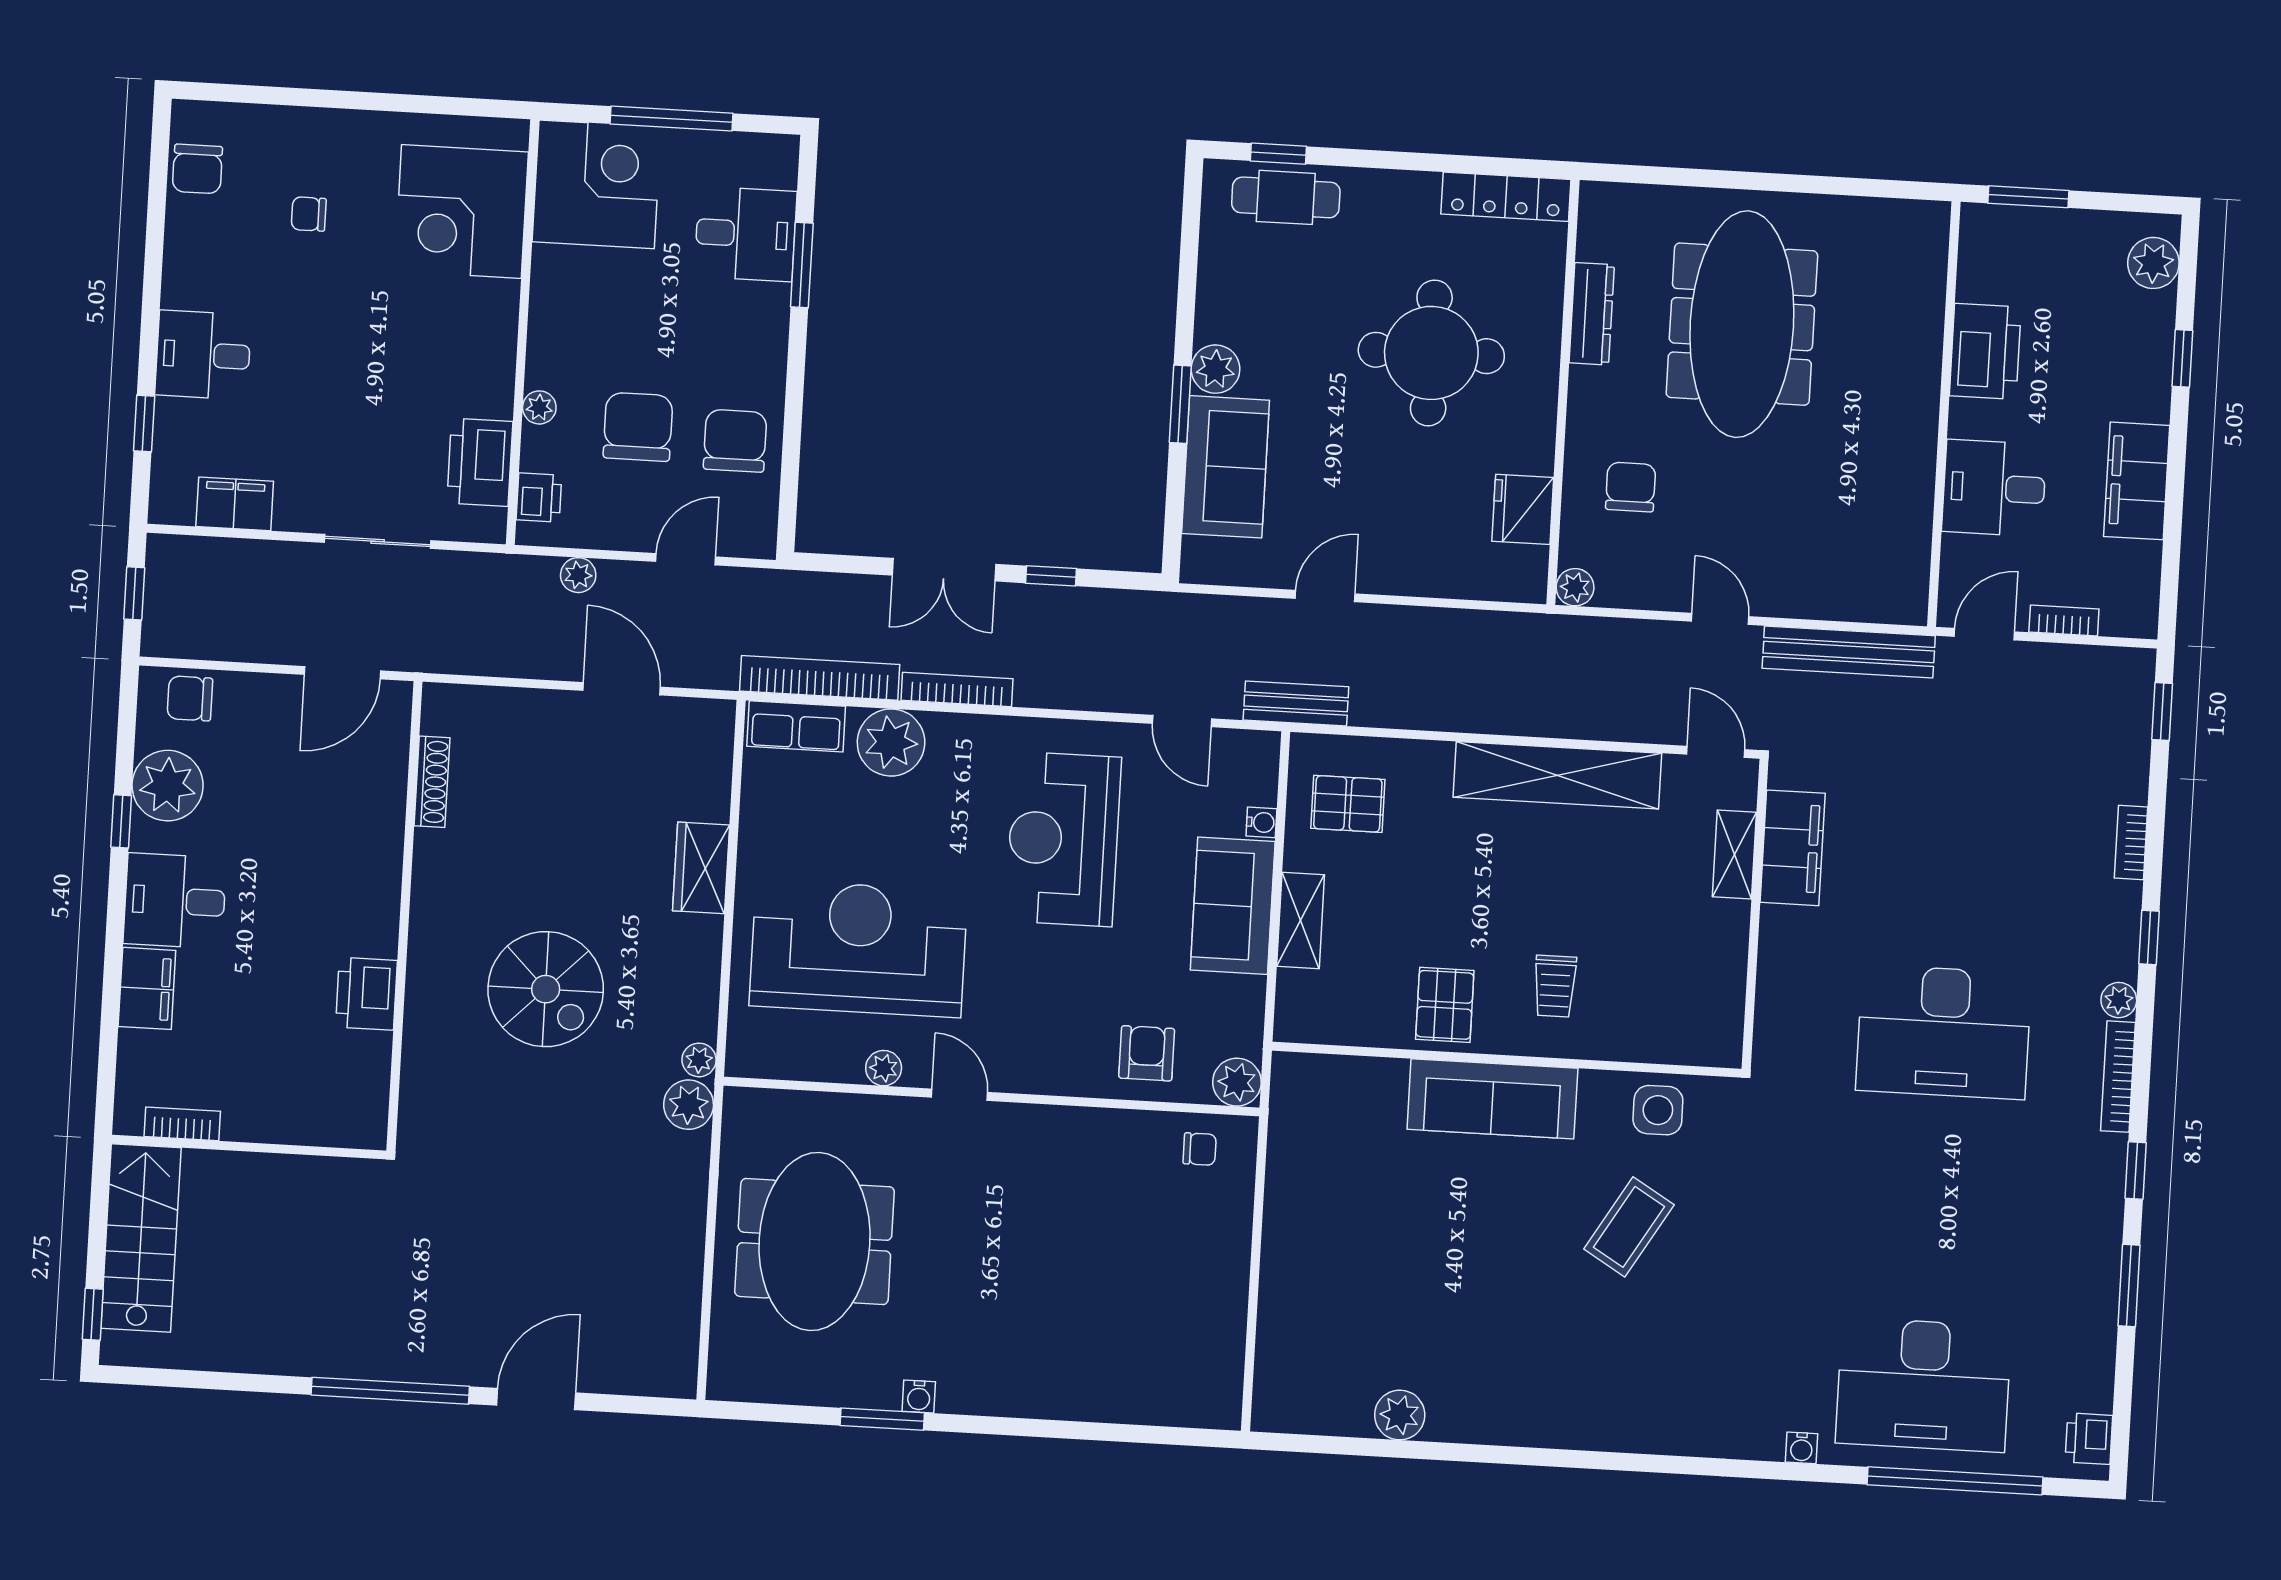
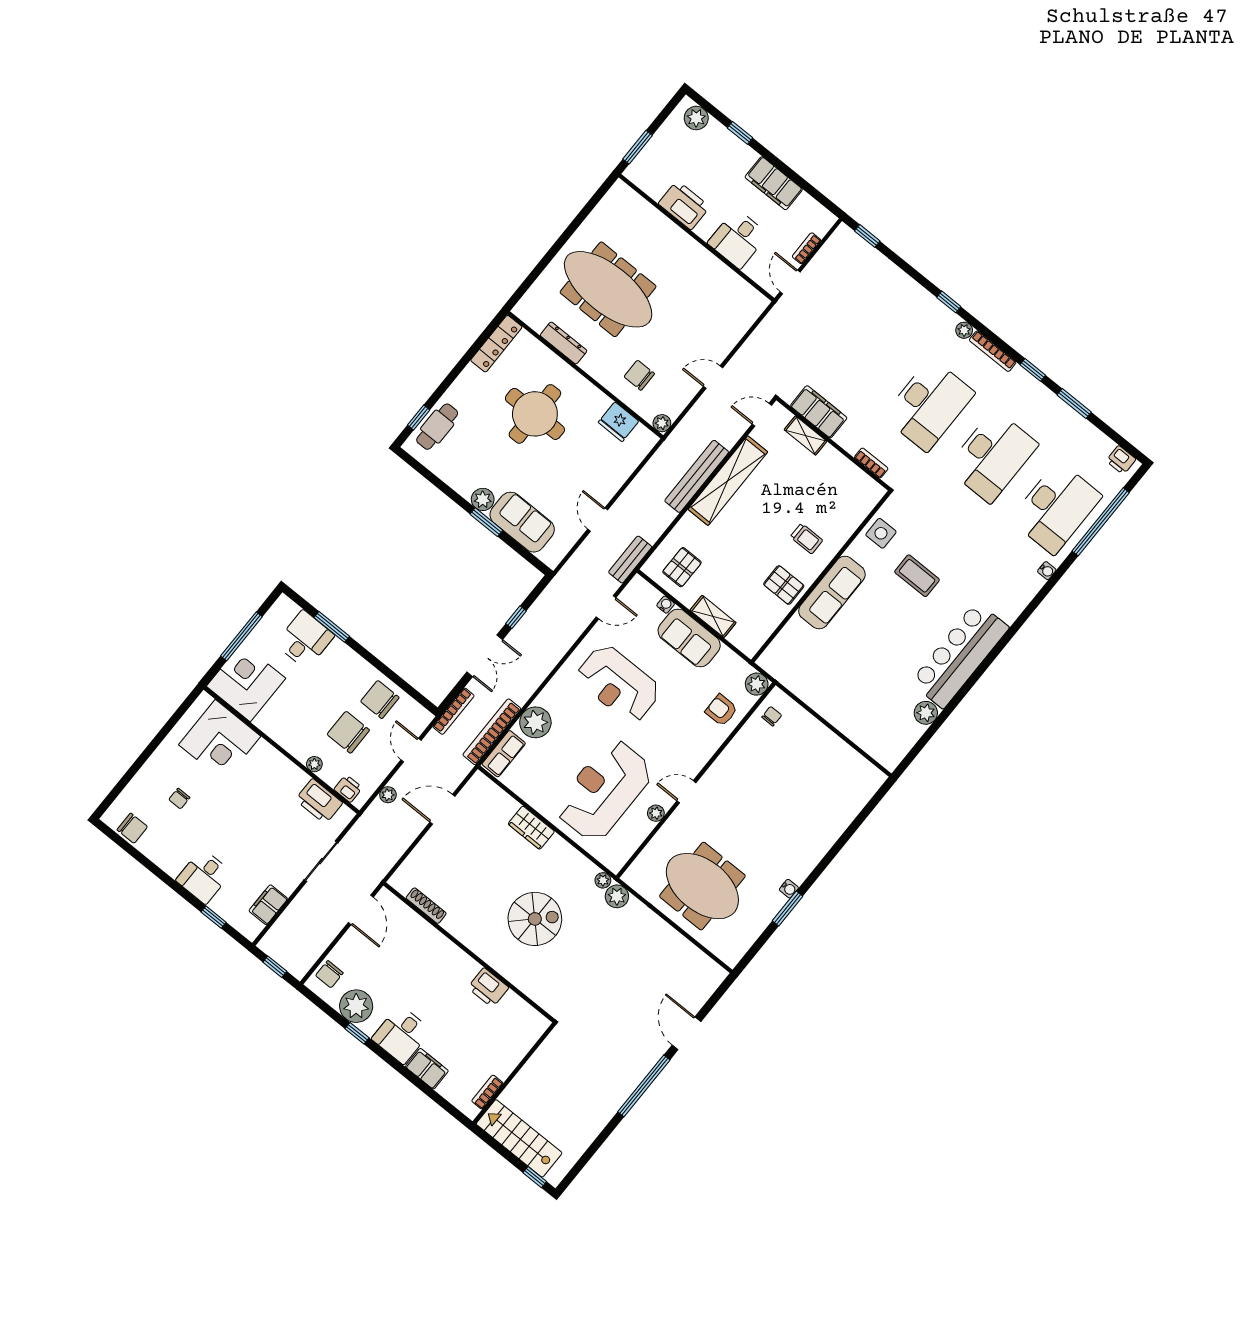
bench: (1849, 652) -> (697, 476), moved
bookcase: (957, 690) -> (454, 711), moved, turned 180
bookcase: (2131, 842) -> (871, 463), moved, turned 180
desk: (1934, 1208) -> (992, 456), added
coffee table: (1629, 1227) -> (917, 576), turned -31
bar counter: (1544, 1402) -> (960, 655), added

